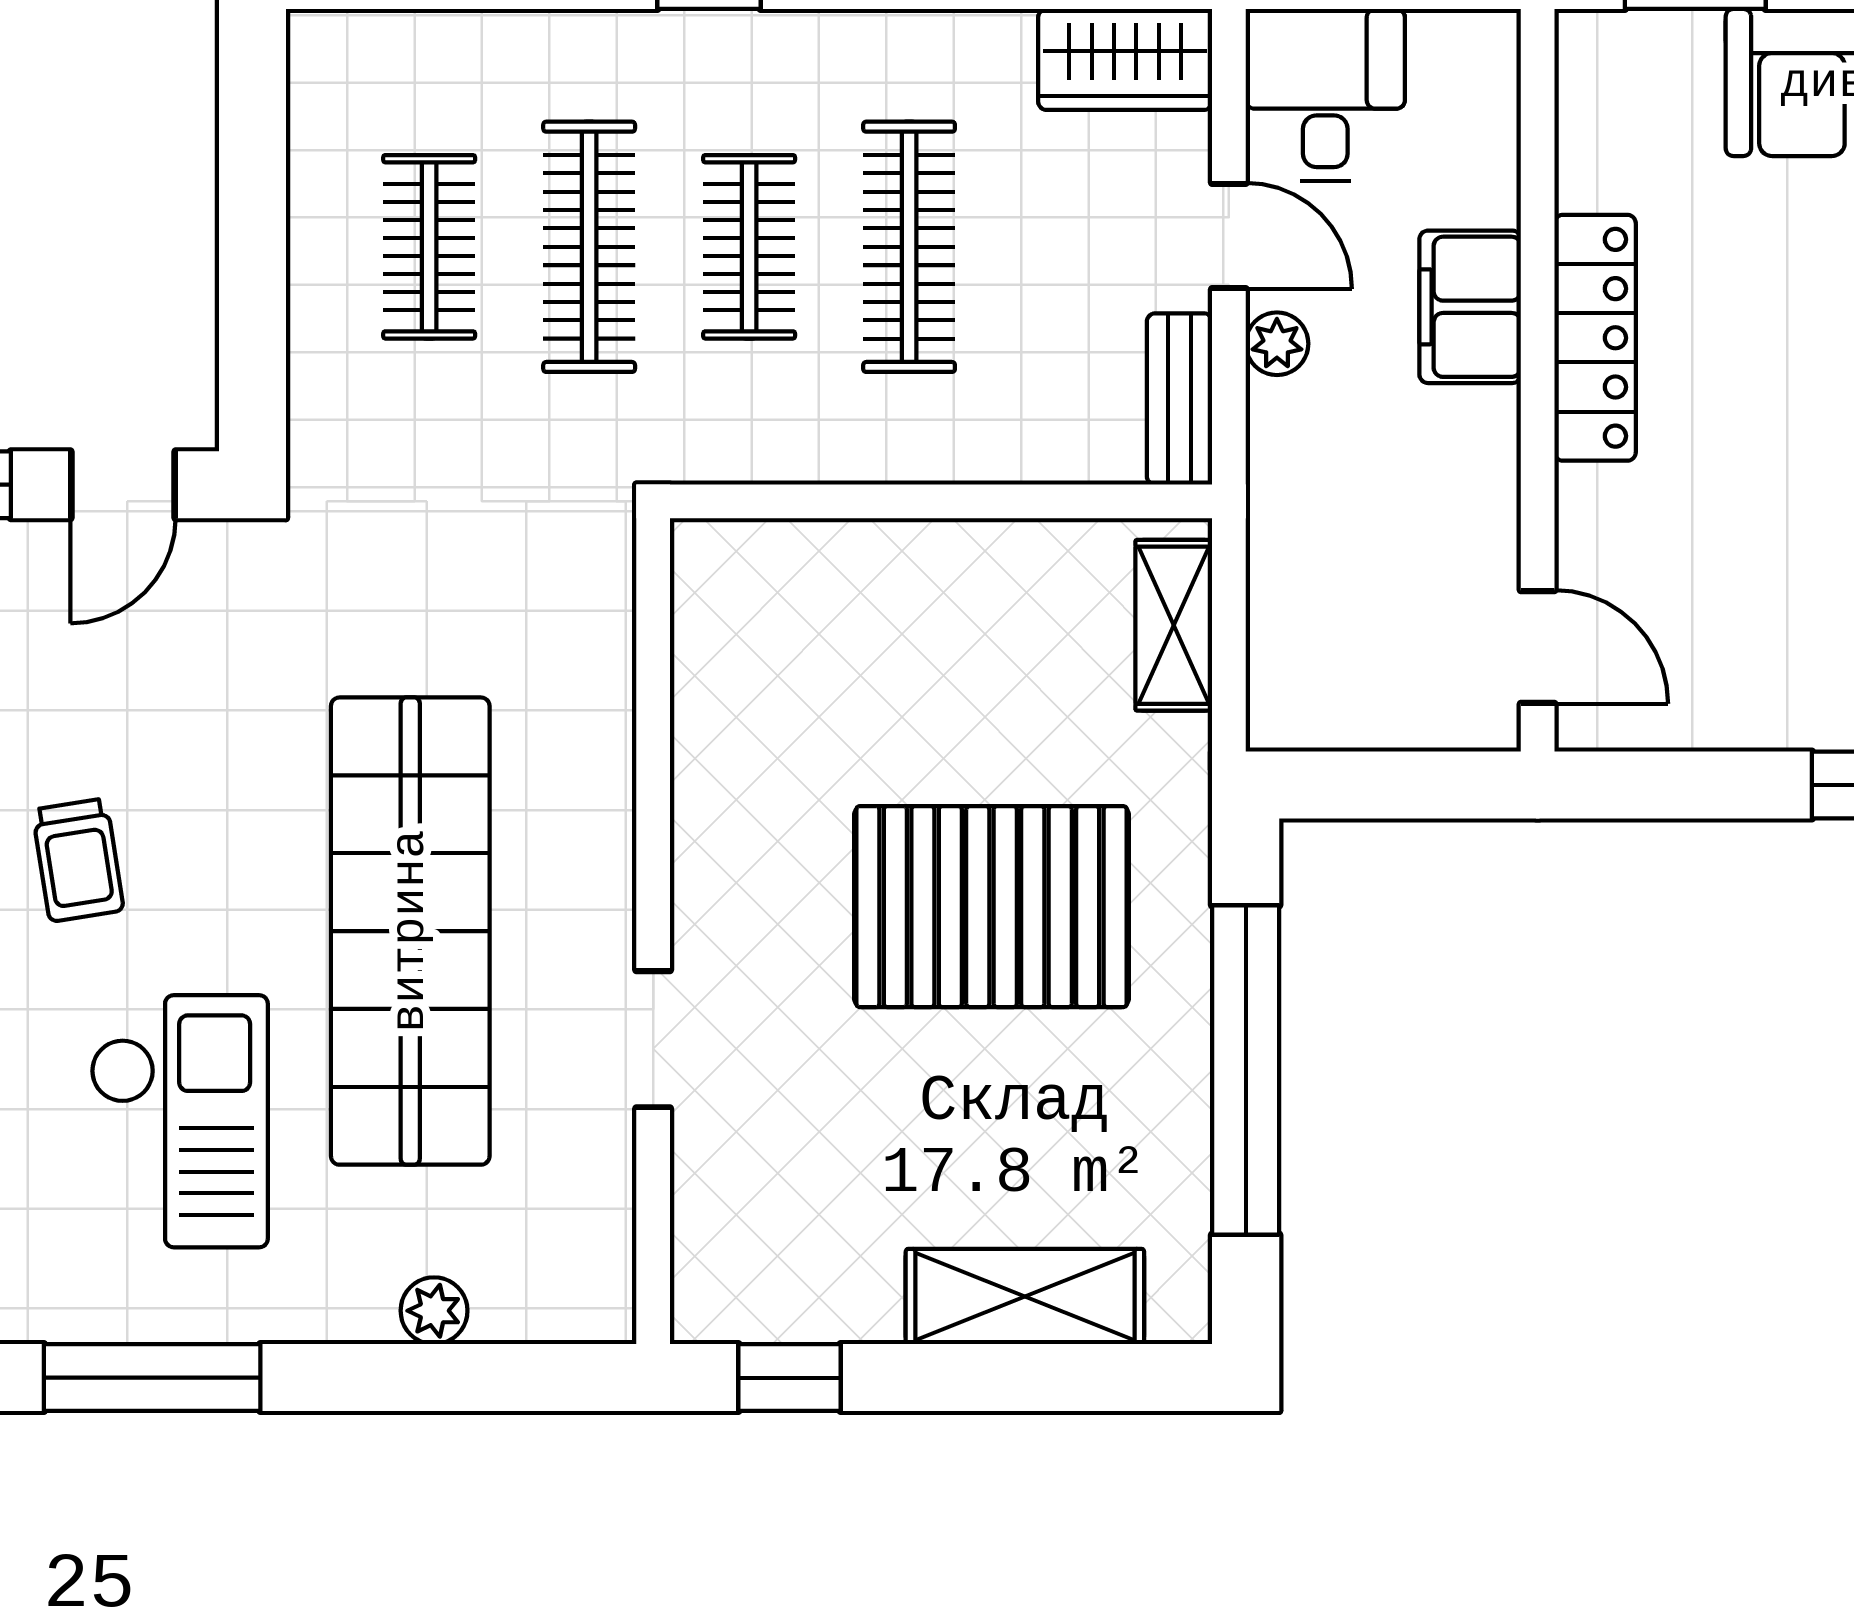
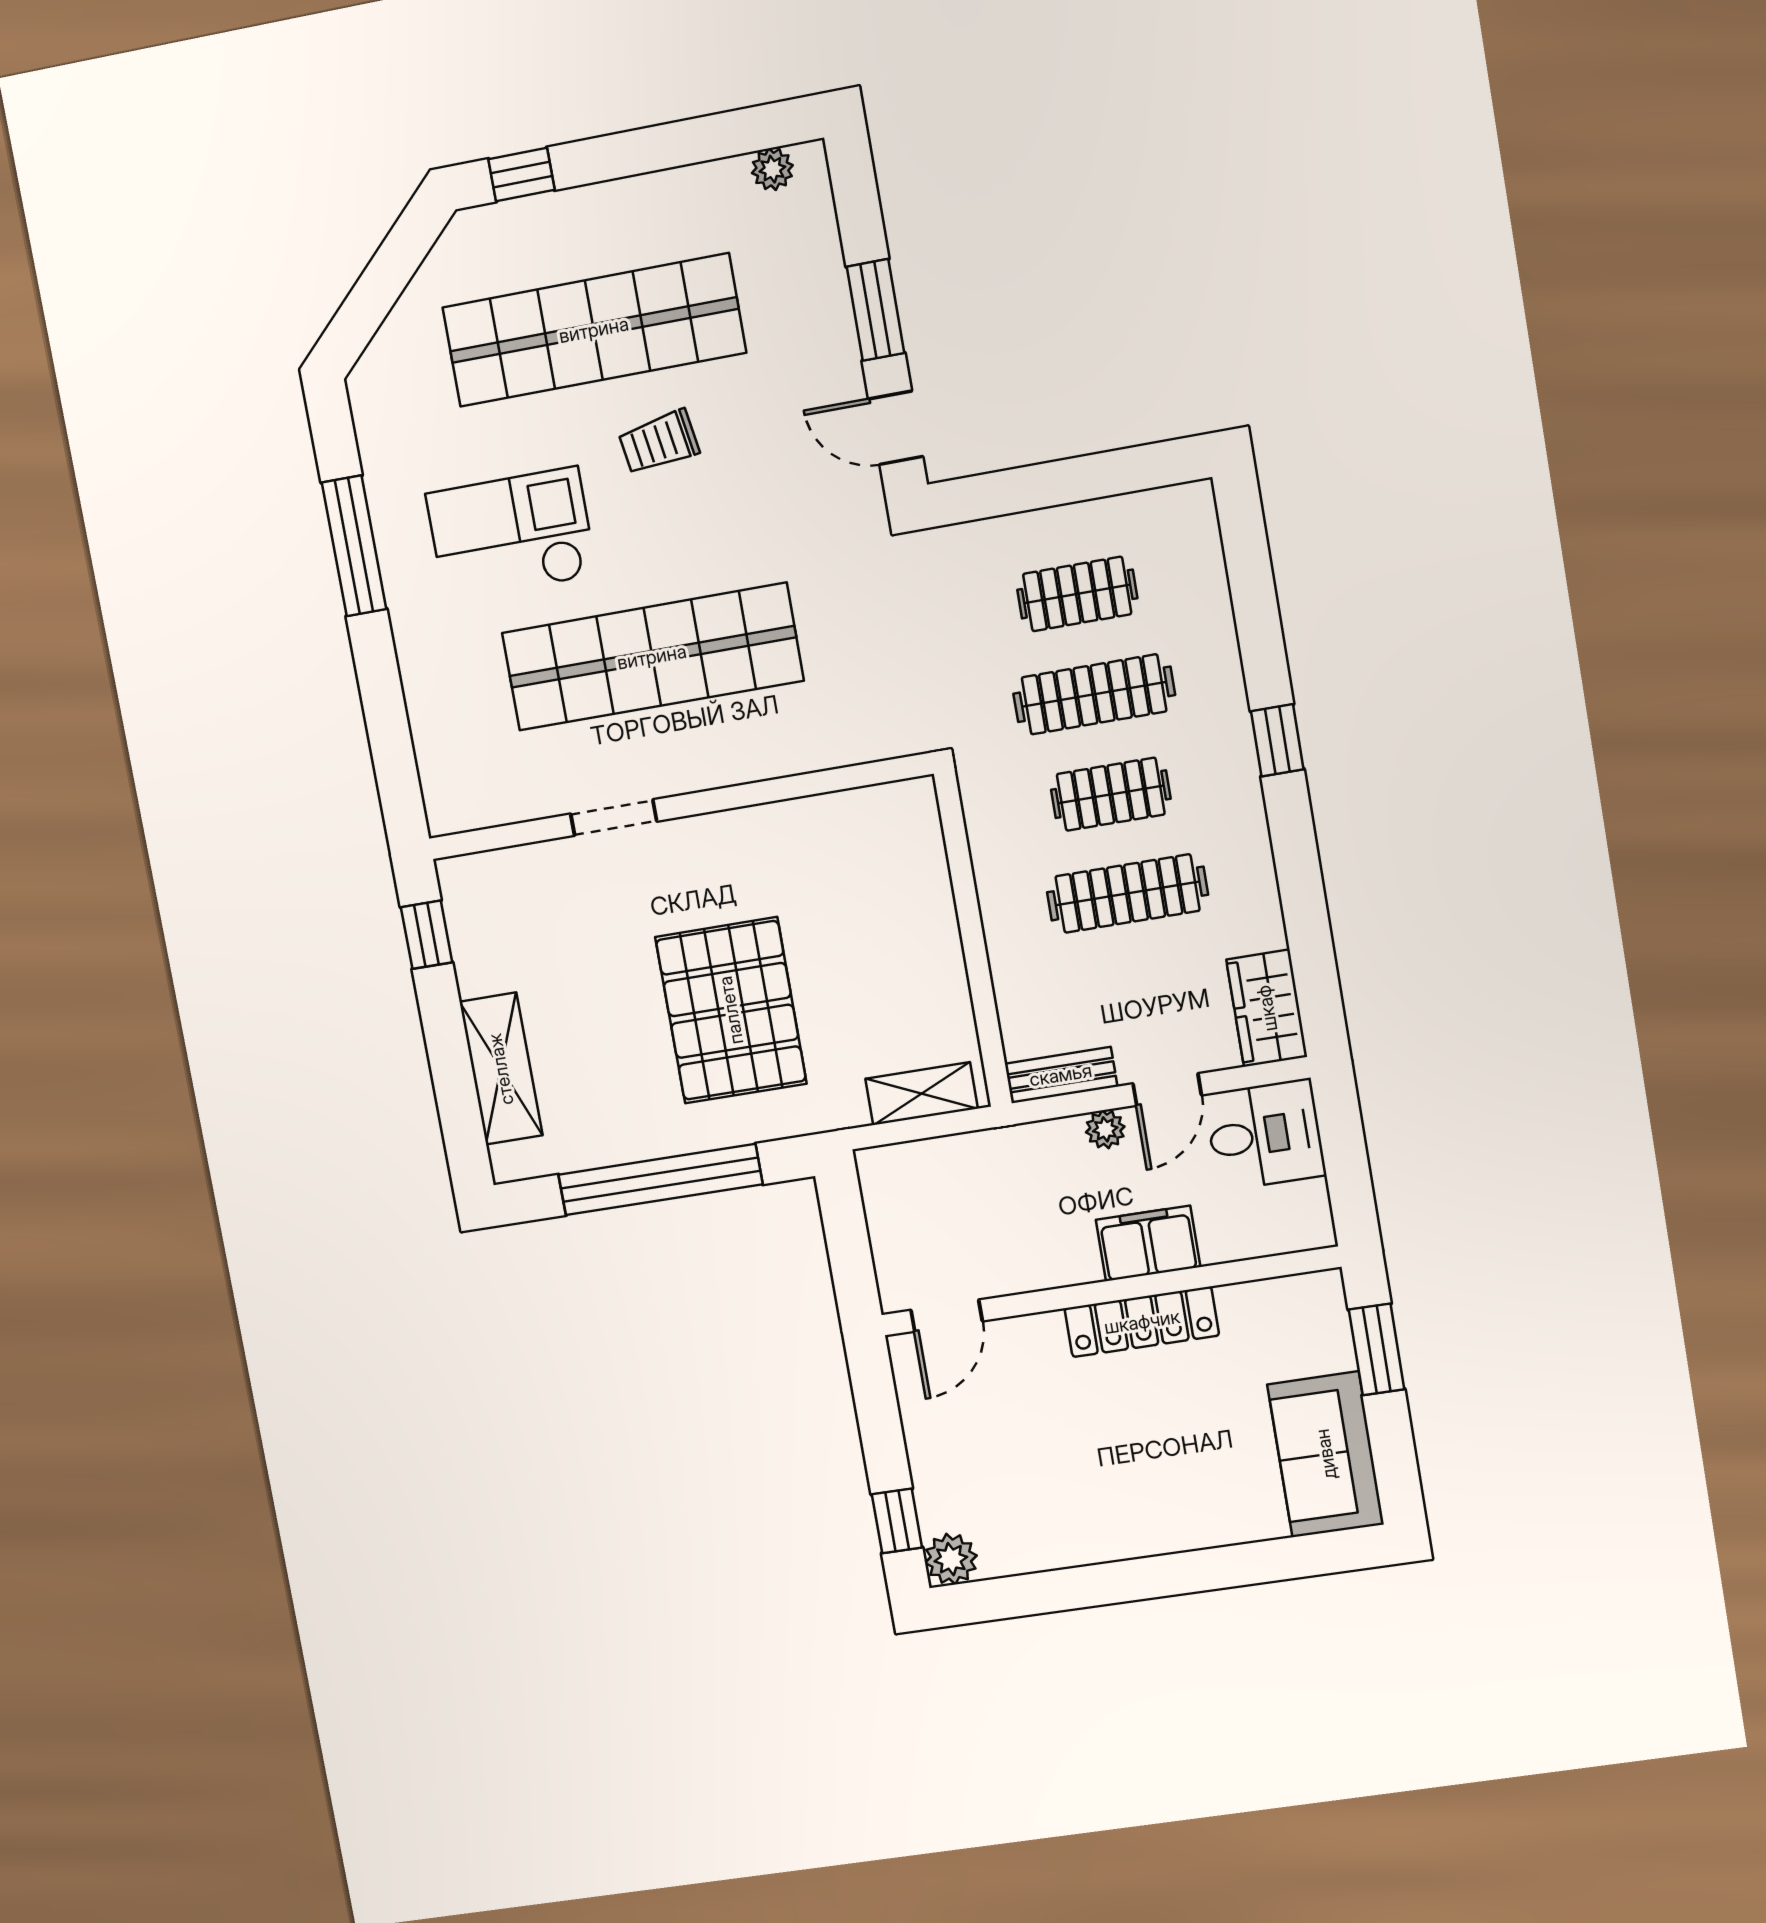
checkout: (179, 1121) -> (511, 534), turned 180
plant: (434, 1311) -> (426, 712), removed

